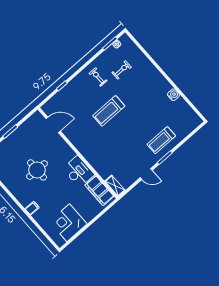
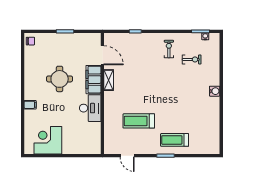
water cooler: (173, 95) -> (215, 91), moved
treadmill: (109, 111) -> (139, 121), moved
door: (146, 174) -> (127, 156), moved
shelving: (115, 186) -> (109, 80), moved
filing cabinet: (99, 191) -> (93, 80), moved

